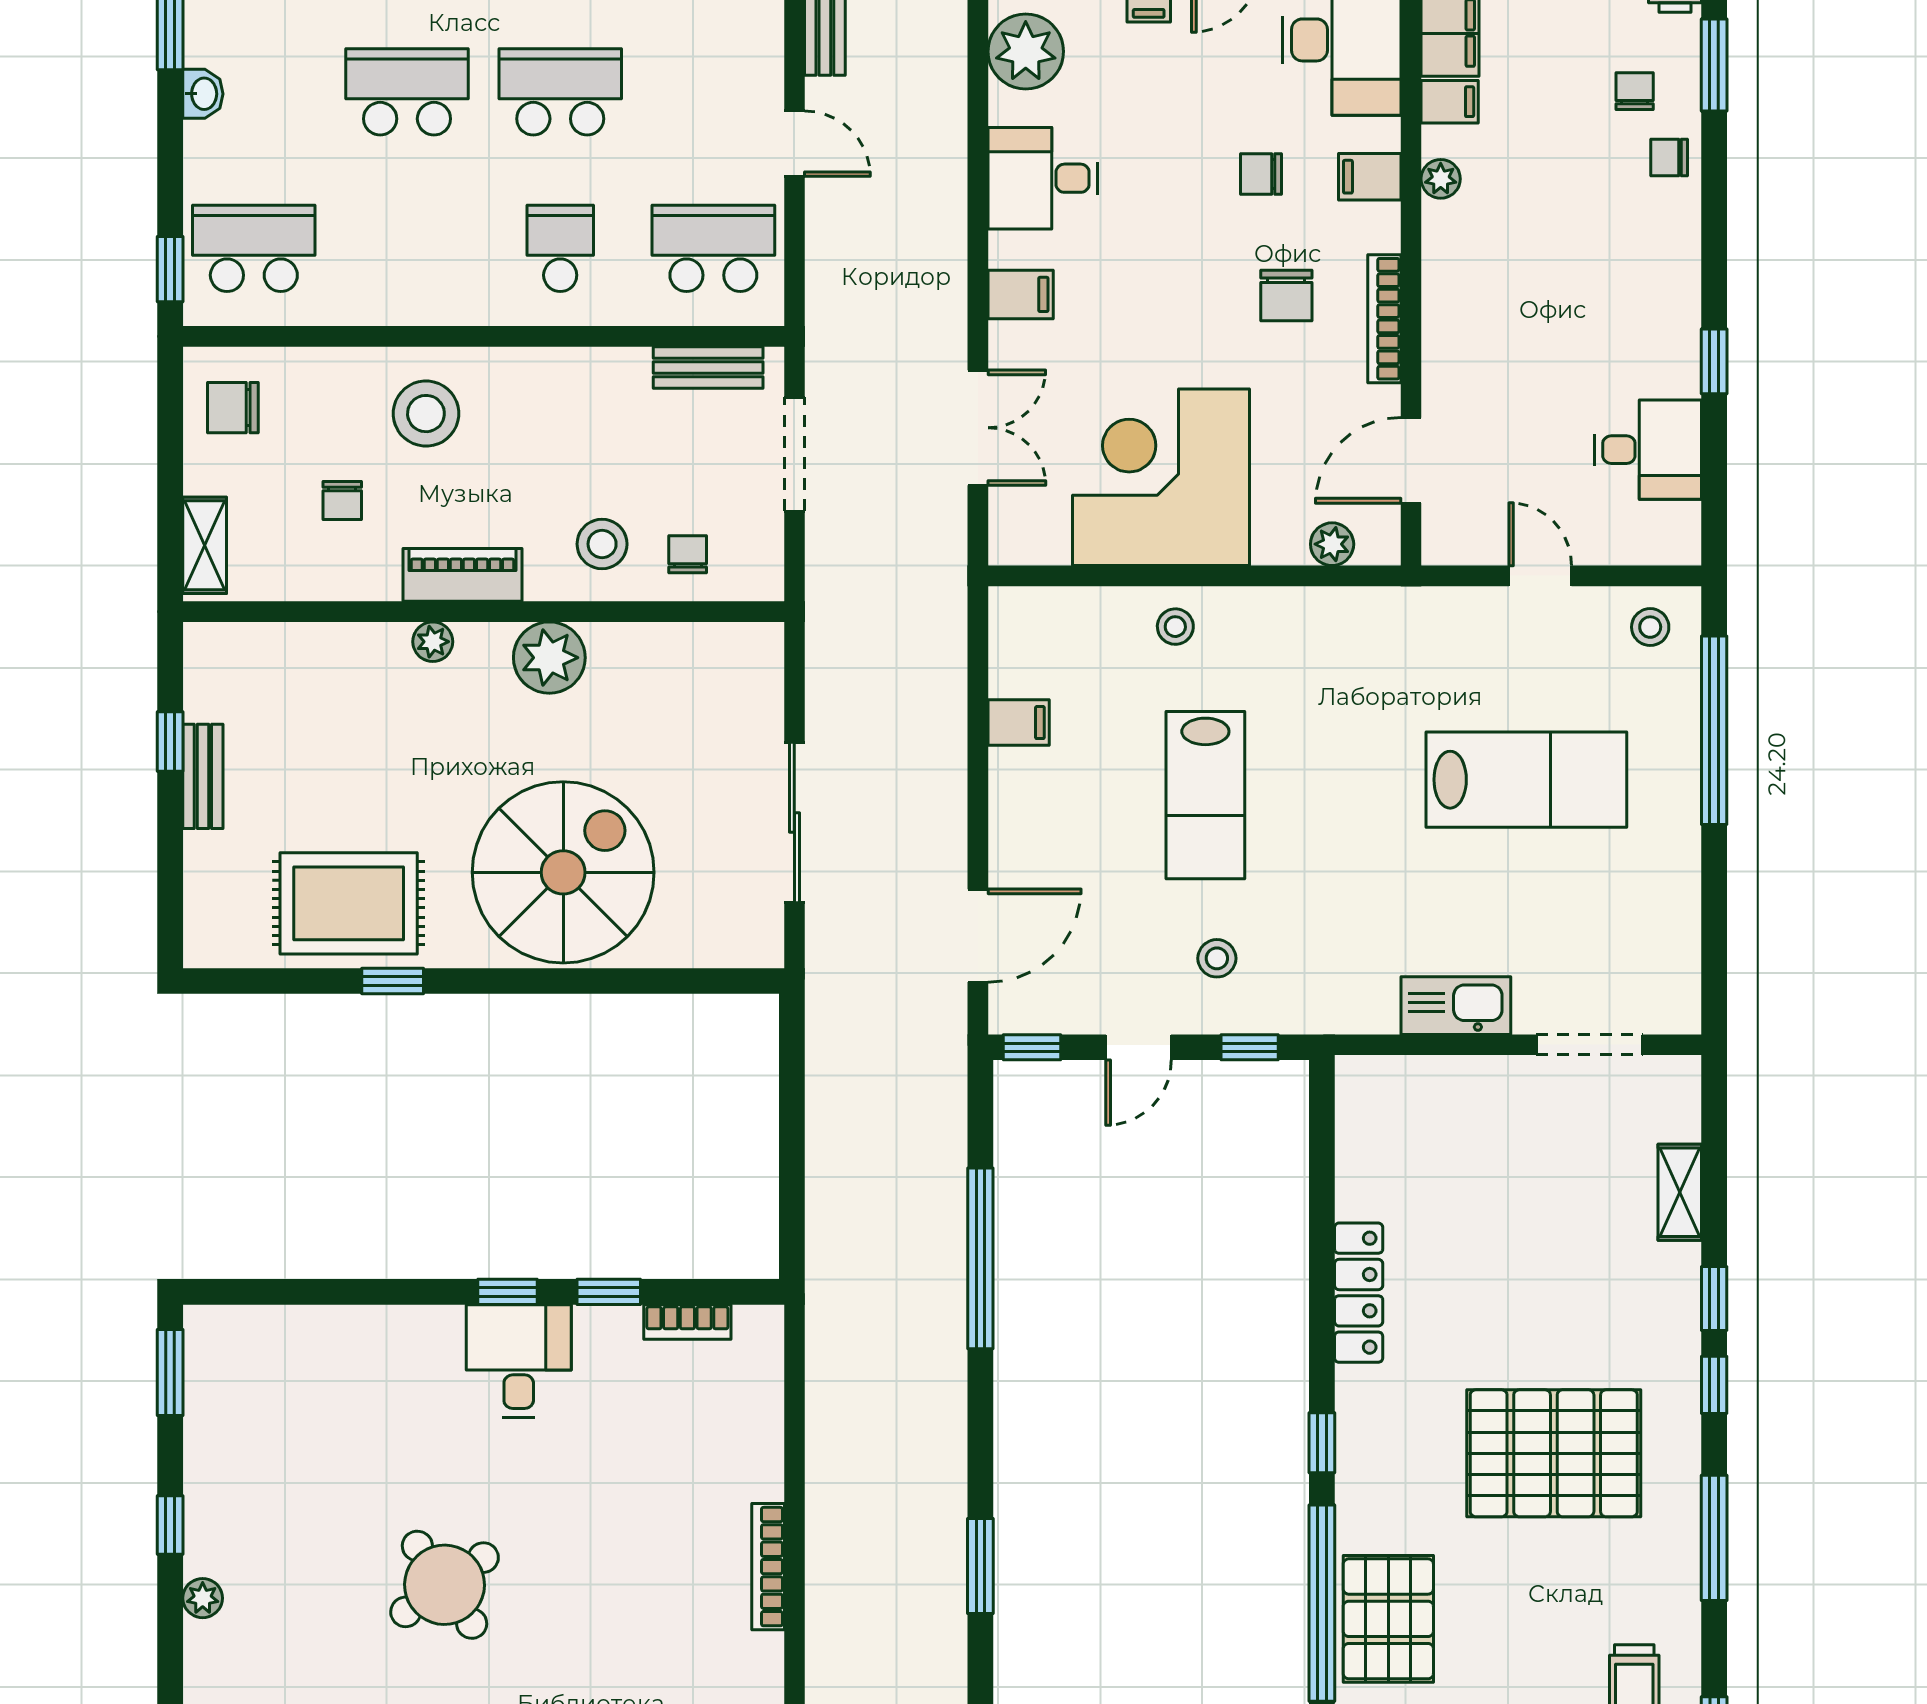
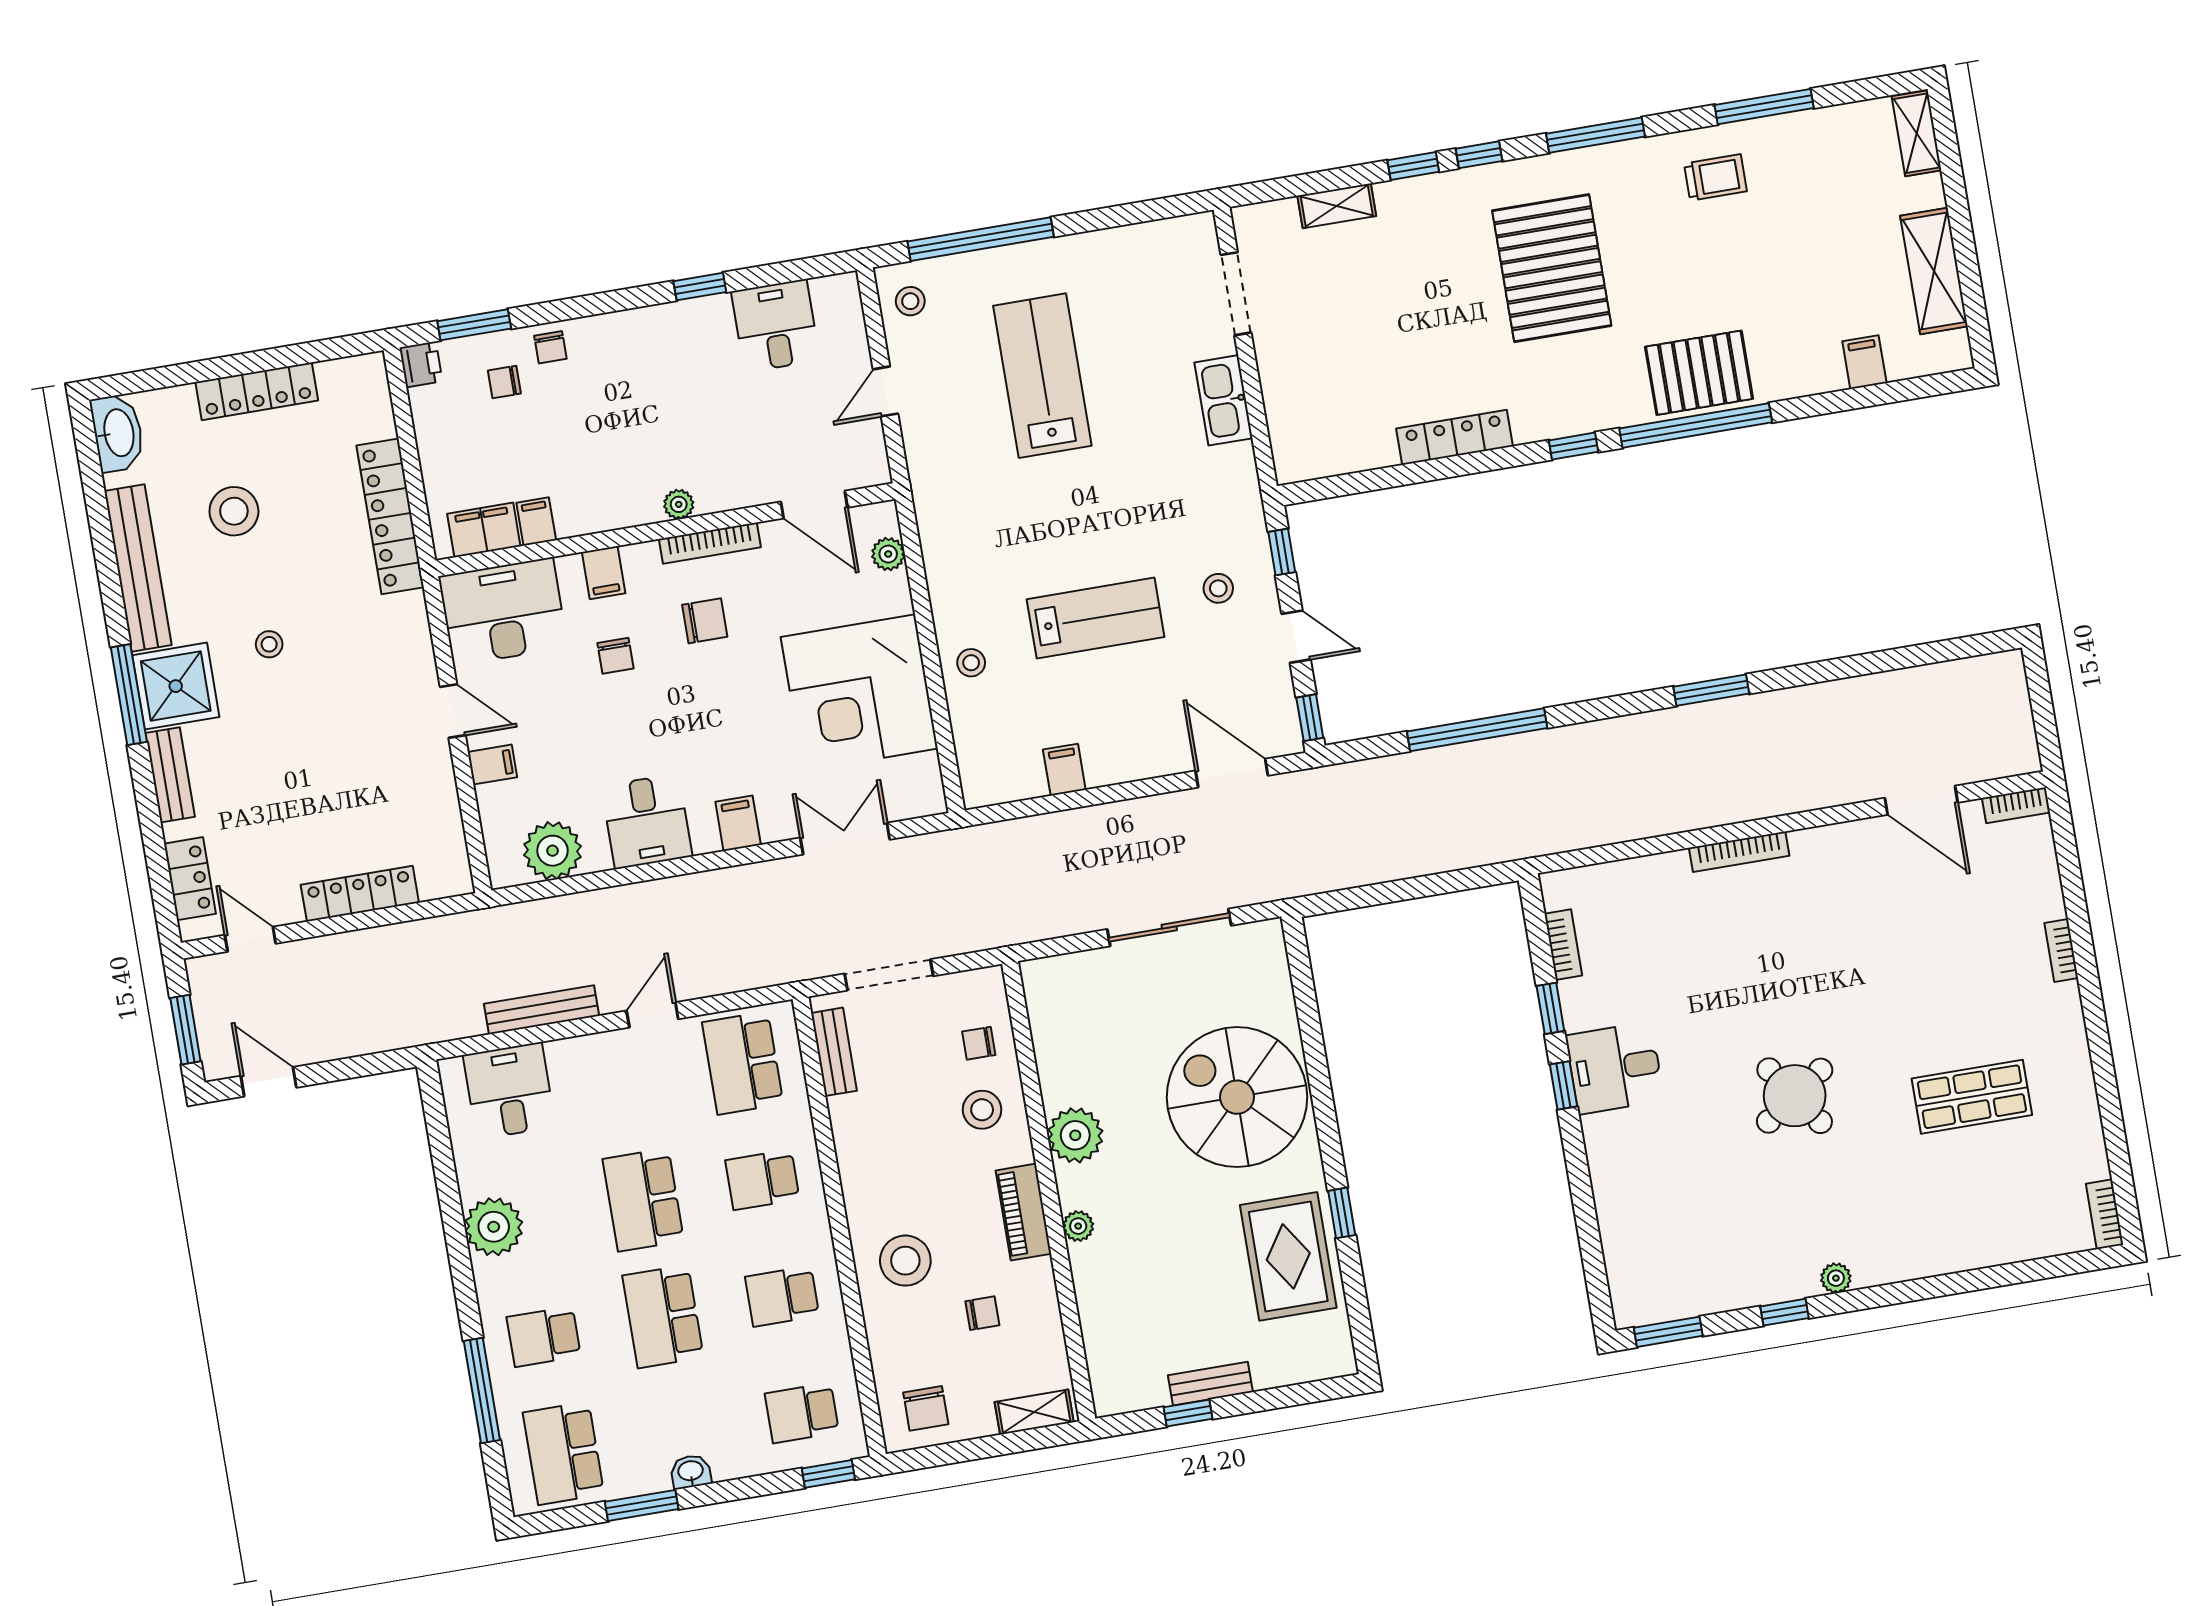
plant: (1441, 179) -> (679, 504), moved
school desk: (254, 248) -> (802, 1413), width x0.54
school desk: (407, 248) -> (782, 1296), added

